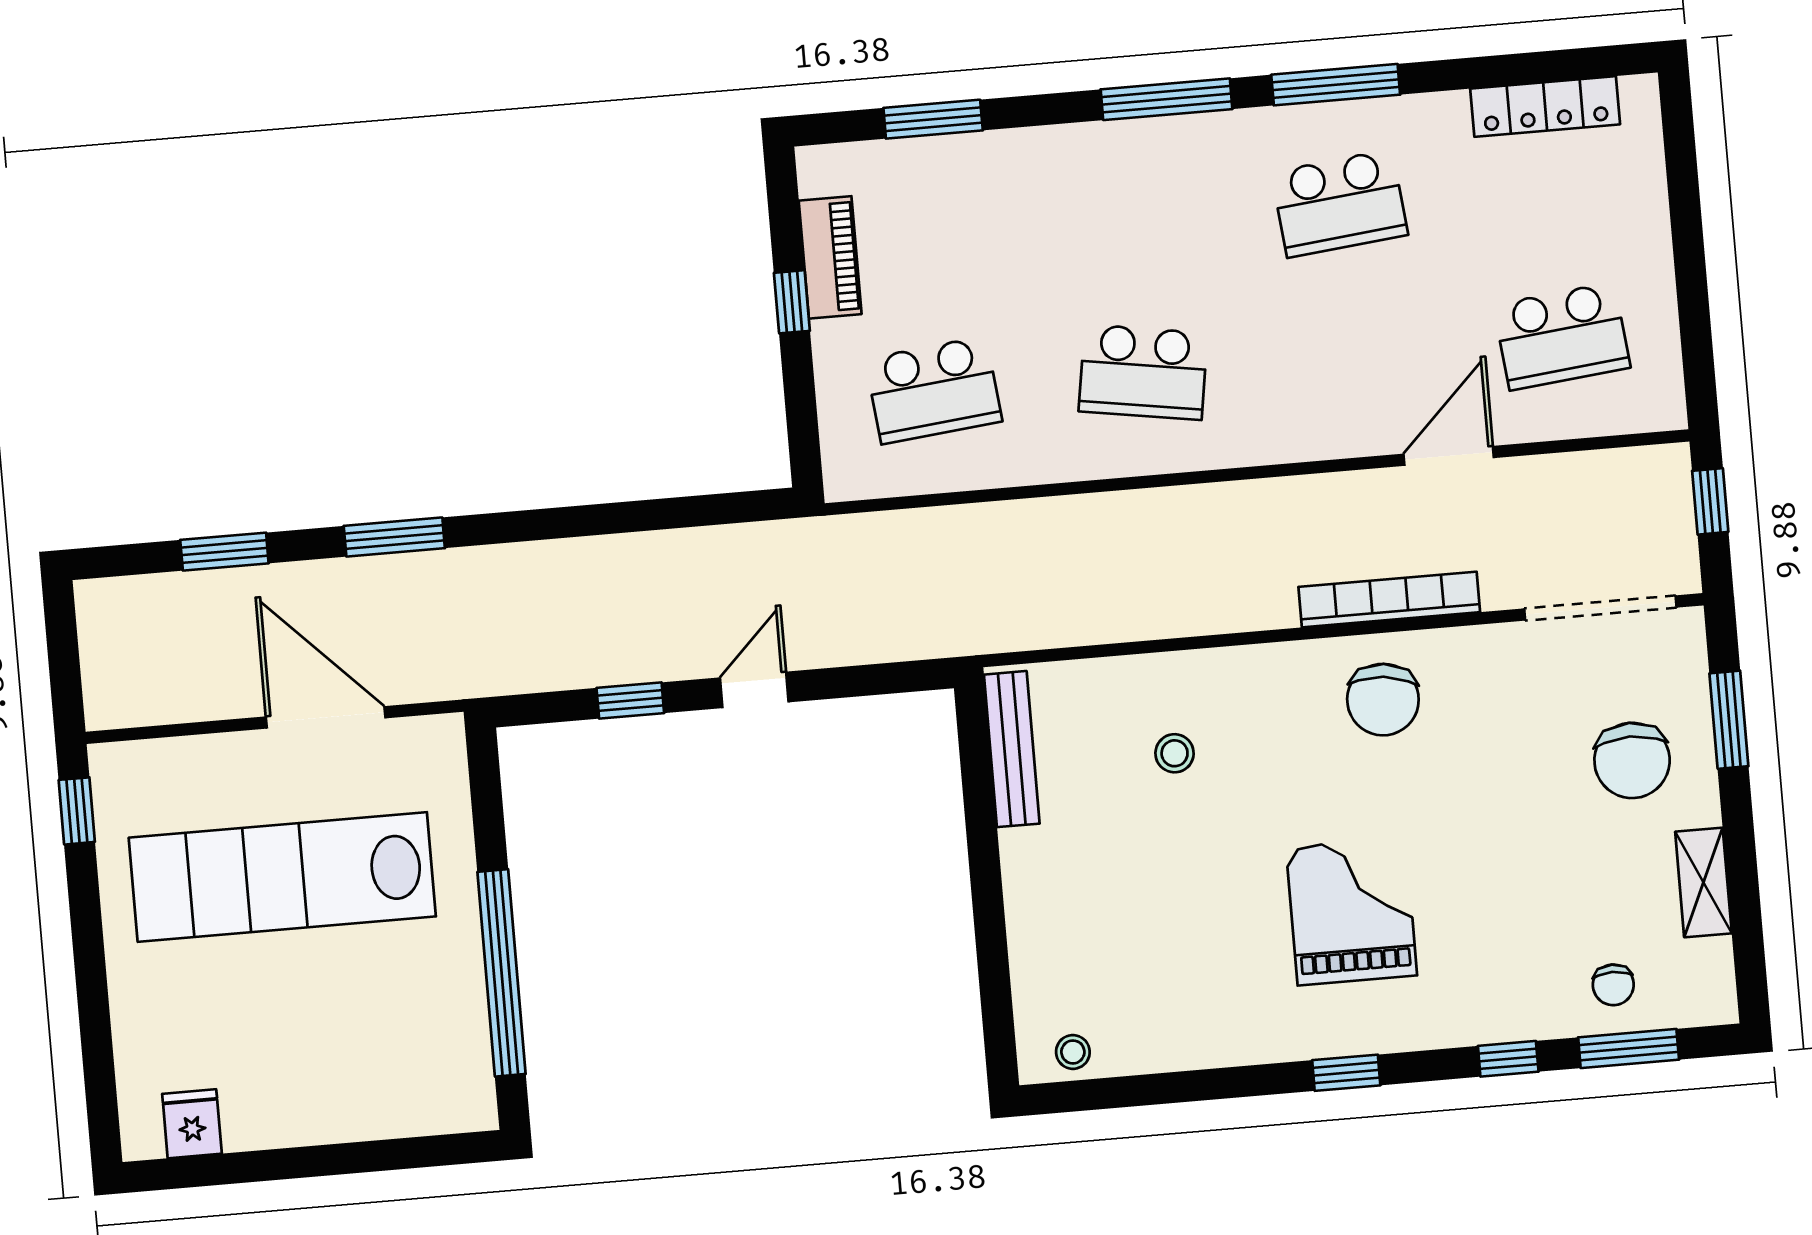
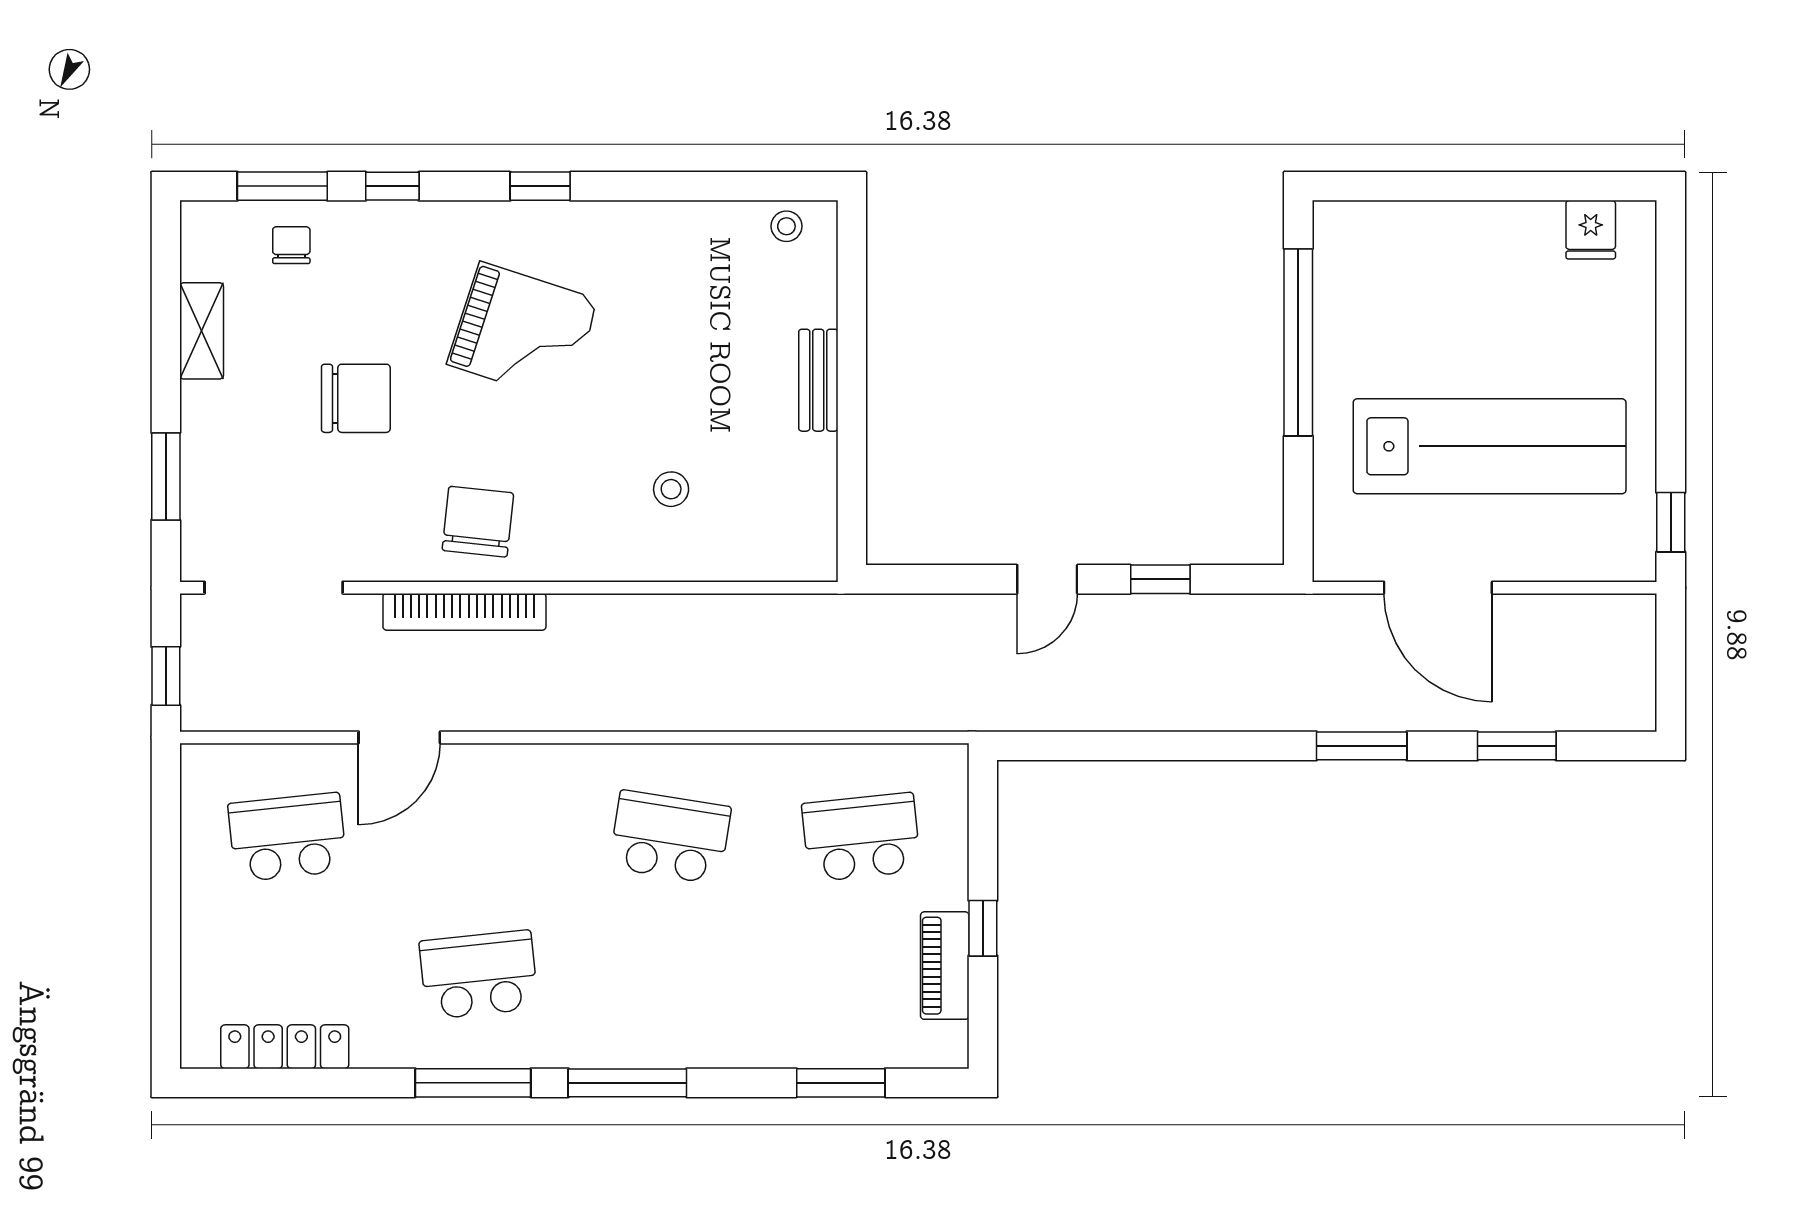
bench: (1012, 749) -> (818, 380), moved, width x0.73
chair: (1632, 760) -> (356, 398), moved, turned 90
grand piano: (1351, 911) -> (523, 332), turned -72

